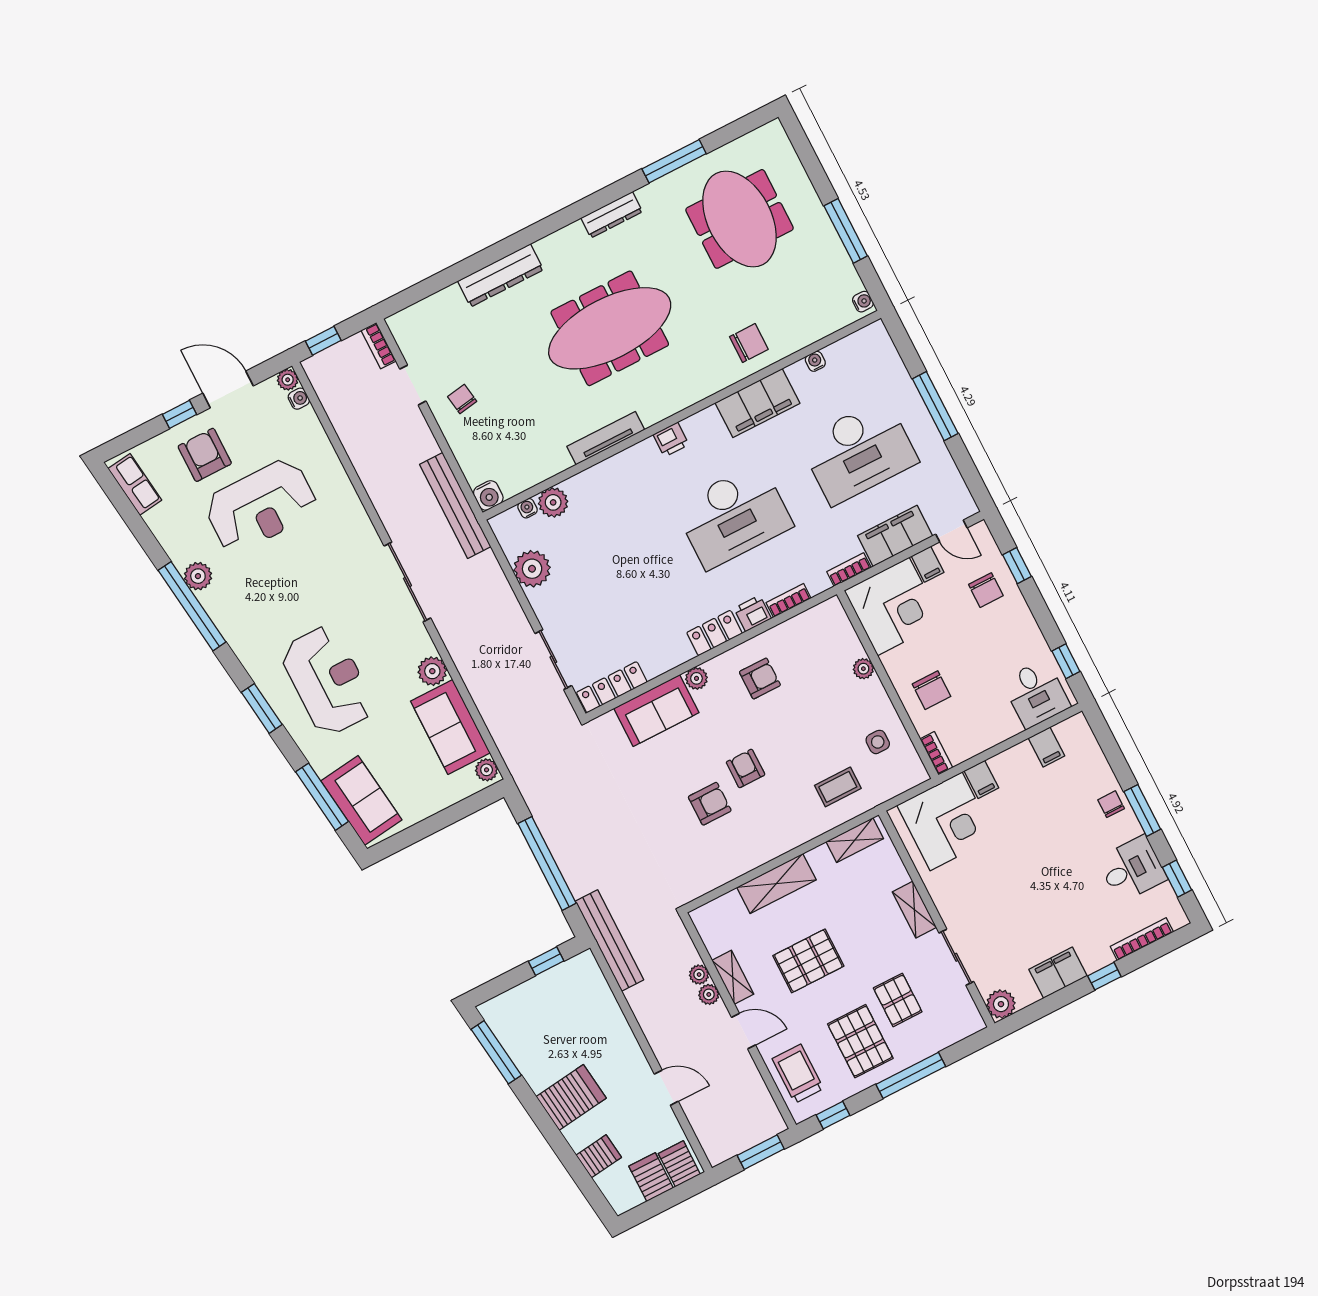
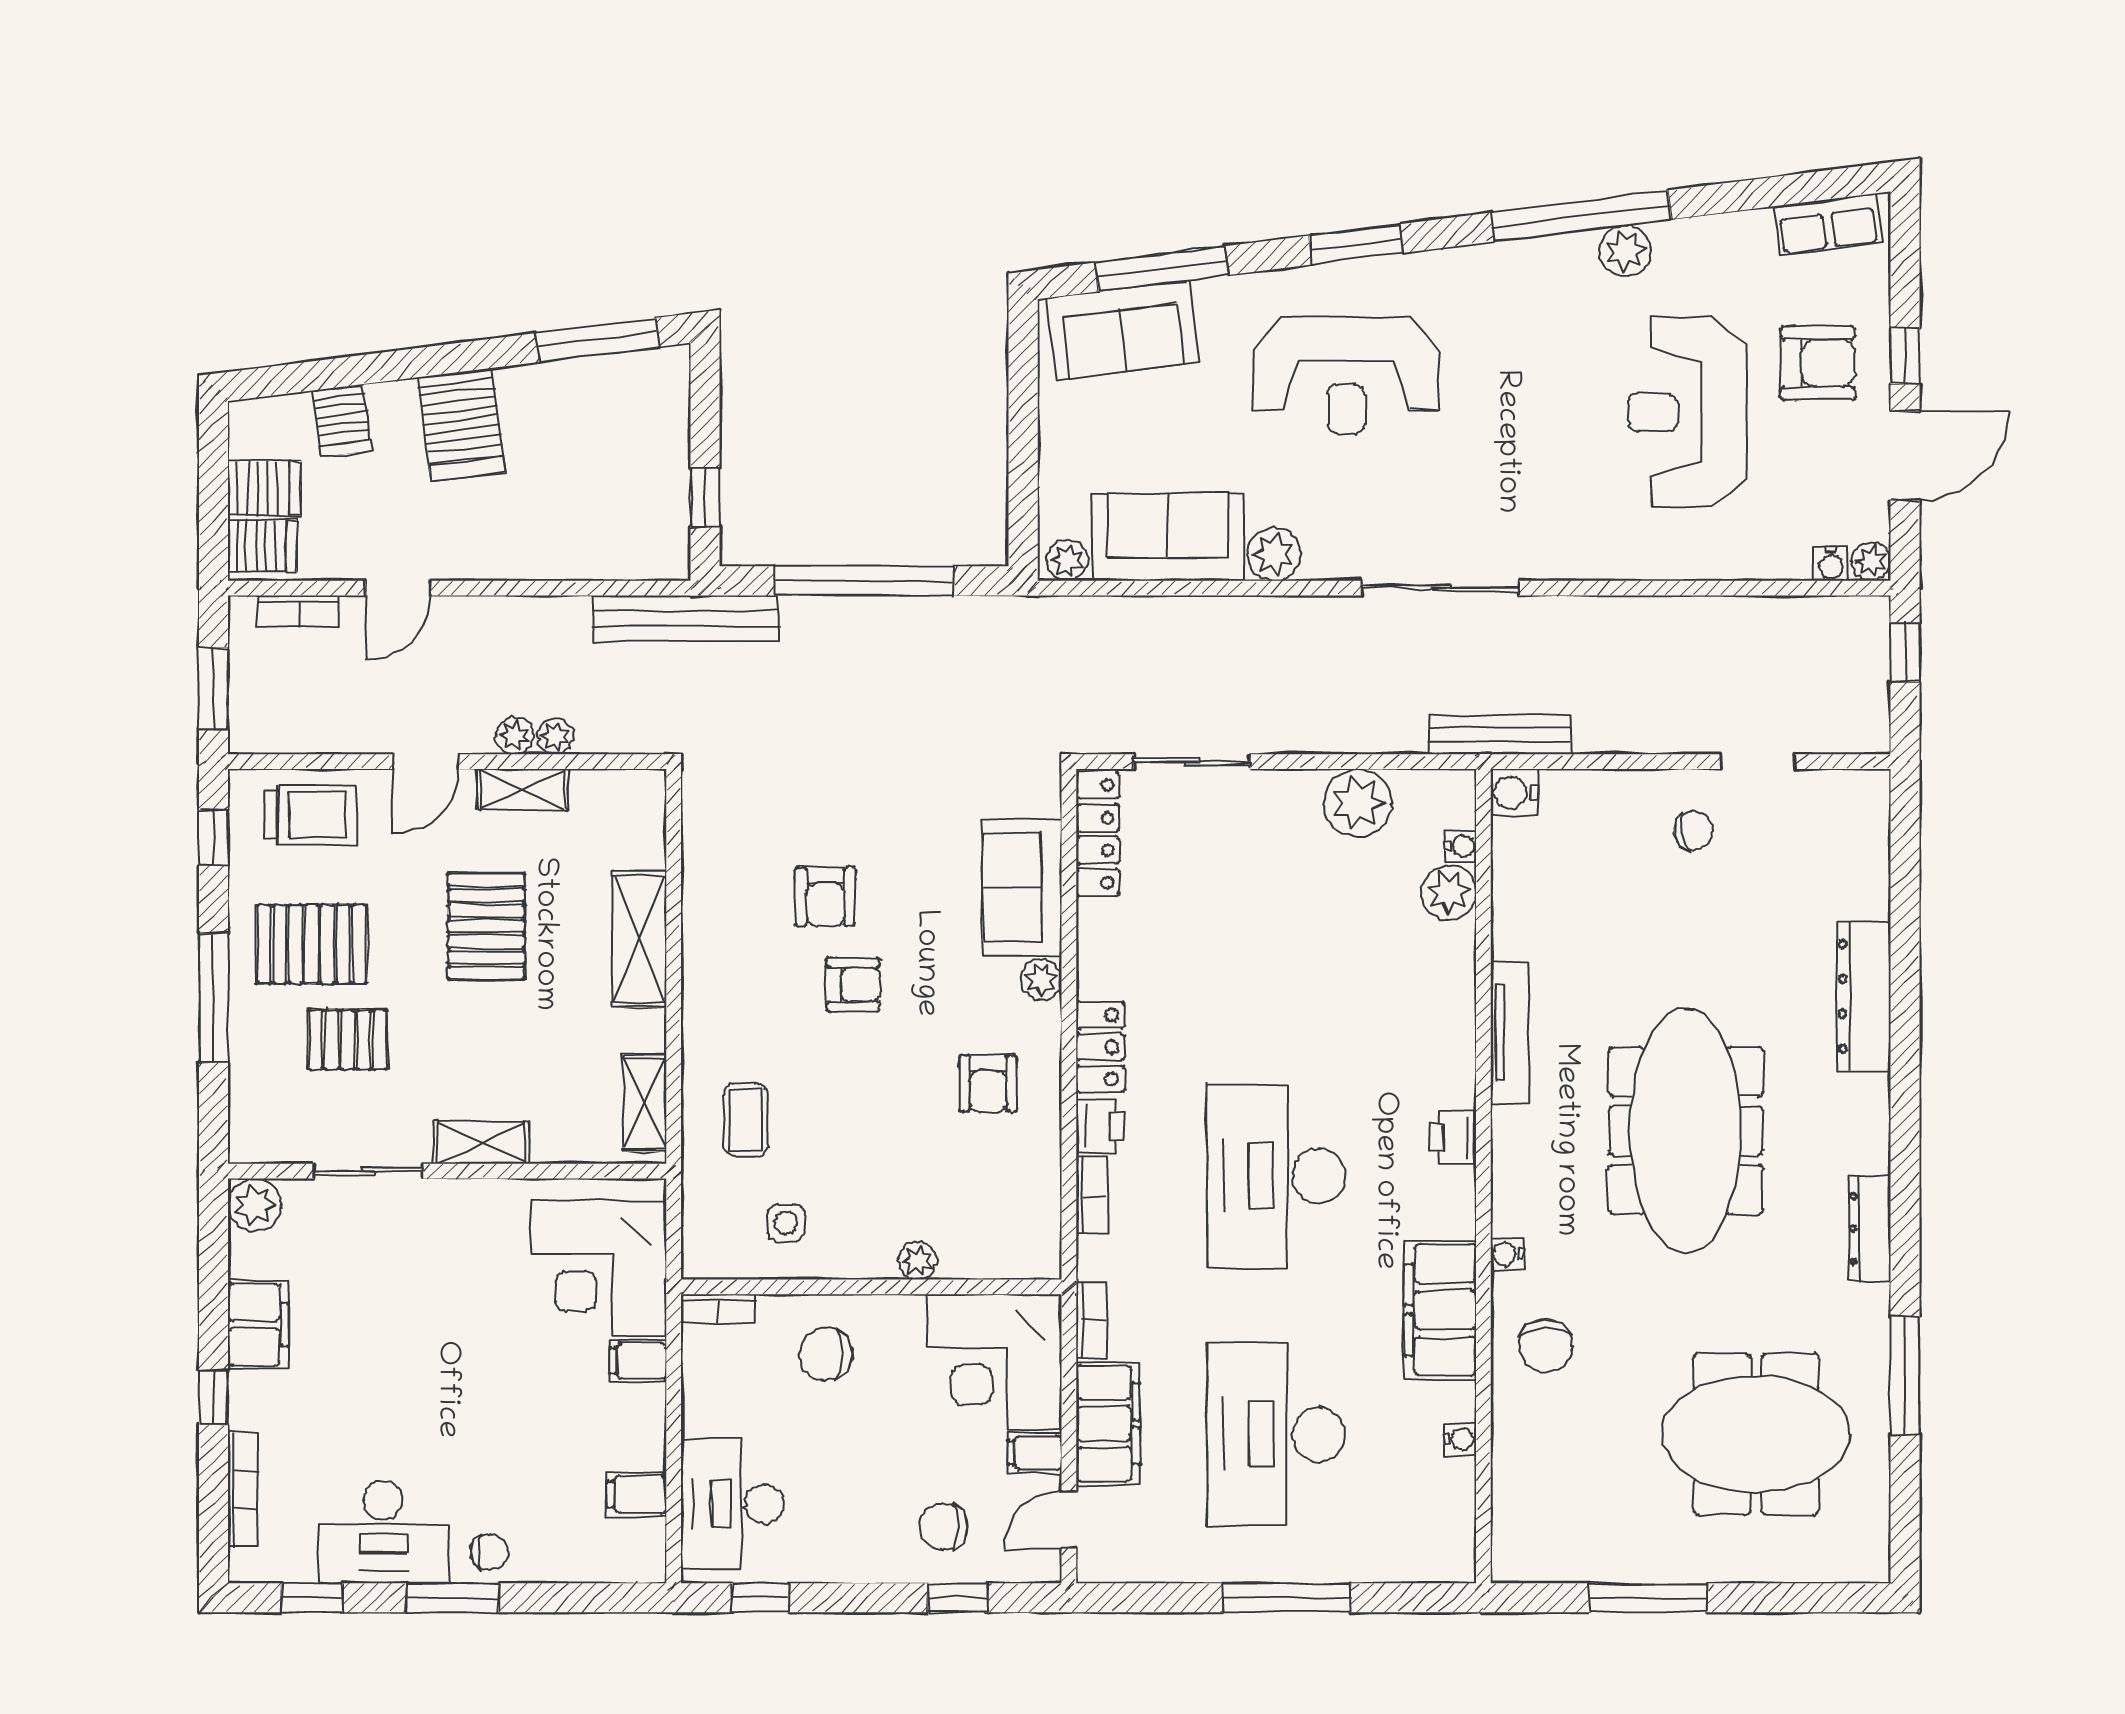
water cooler: (863, 302) -> (1507, 1254), moved, turned 90
bookcase: (379, 346) -> (299, 611), moved, turned 180
bench: (455, 505) -> (1500, 734), width x0.73, depth x0.82
desk: (1036, 694) -> (732, 1504), width x1.37
desk: (1132, 869) -> (383, 1532), width x1.37

